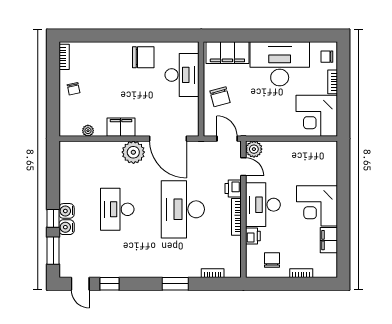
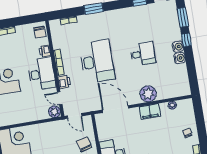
plant: (133, 152) -> (148, 94), moved
desk: (117, 209) -> (143, 54), width x0.73
water cooler: (67, 227) -> (180, 58), moved
chair: (272, 260) -> (40, 32), moved

